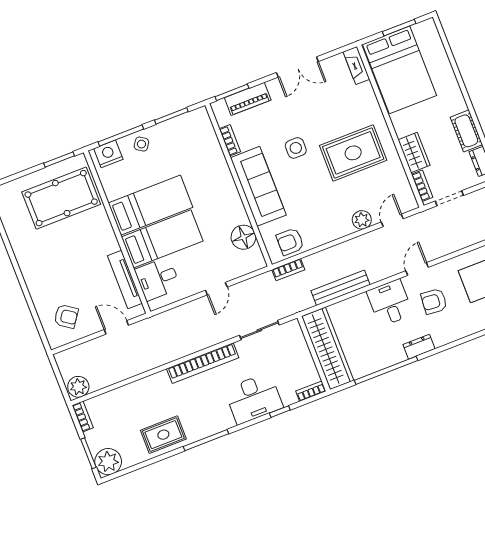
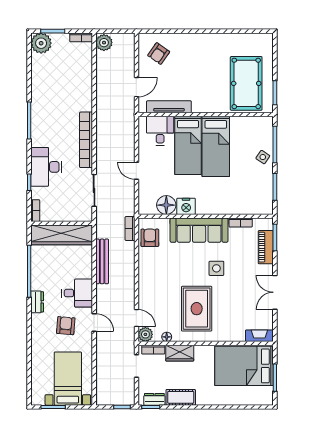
nightstand: (108, 154) -> (186, 206), moved, turned 90
floor lamp: (401, 176) -> (167, 337), added
plant: (362, 220) -> (145, 334), moved
rug: (163, 435) -> (45, 91), removed

